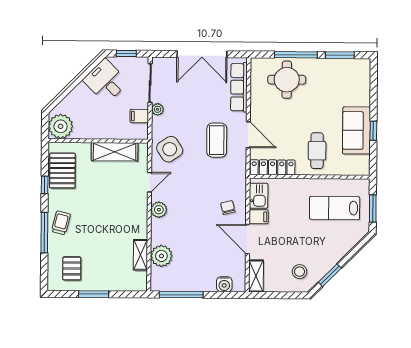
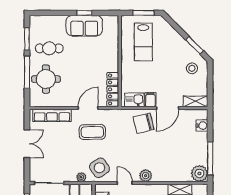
double door: (202, 54) -> (27, 144), width x0.73
plant: (158, 109) -> (81, 177), moved
cafe table: (317, 151) -> (49, 48), moved
chair: (228, 207) -> (144, 123), width x1.87, depth x1.87
plant: (161, 256) -> (199, 173), moved

